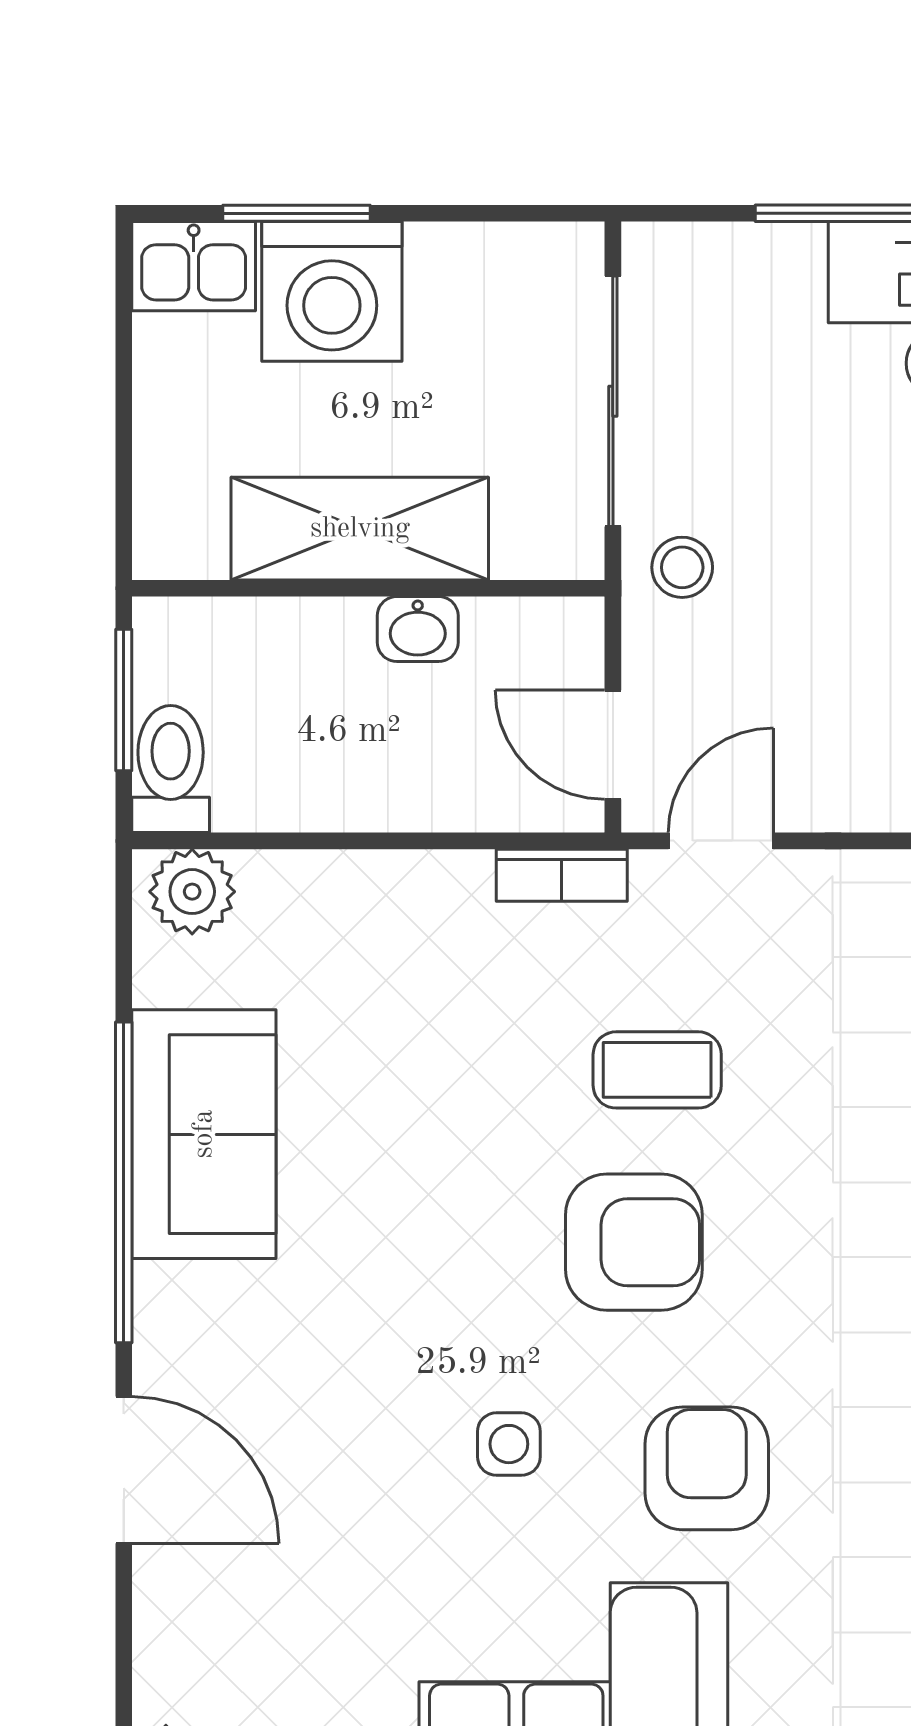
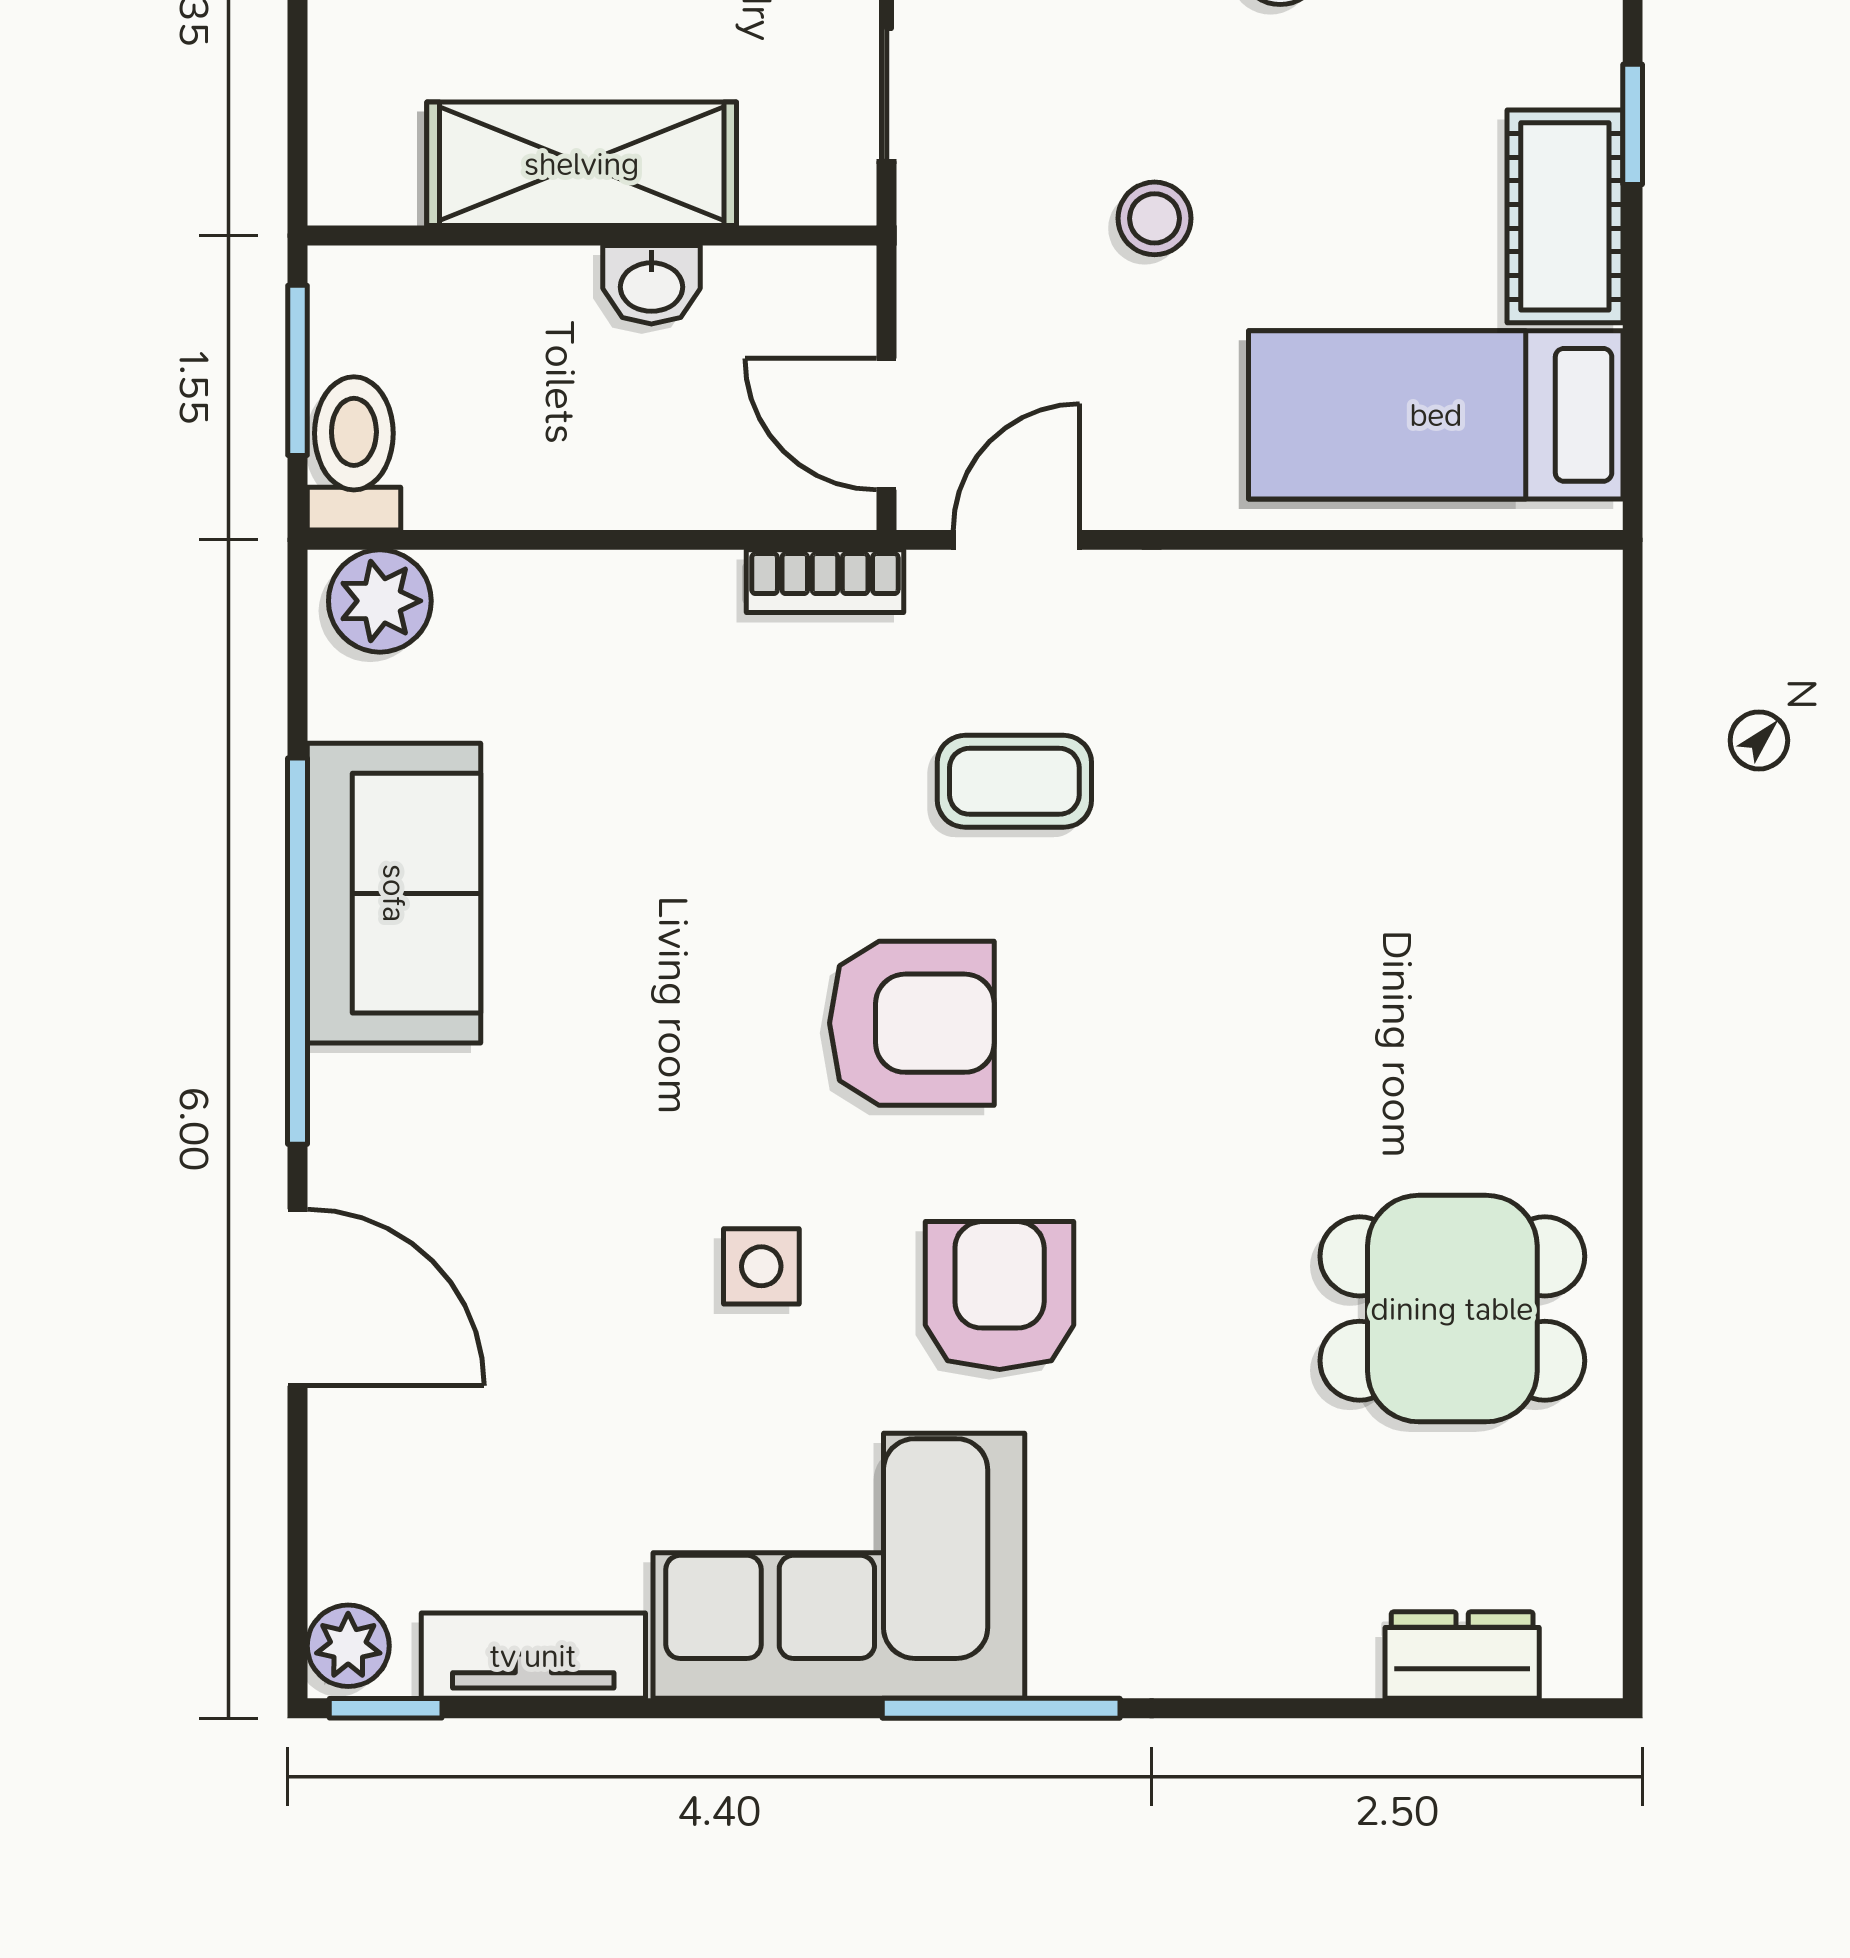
stool: (682, 567) -> (1155, 218), moved
coffee table: (657, 1070) -> (1014, 781), moved

